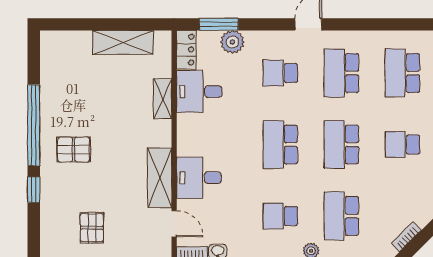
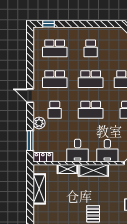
plant: (232, 42) -> (39, 123), moved
desk: (199, 92) -> (78, 151), moved
shelving: (160, 178) -> (93, 170), moved

